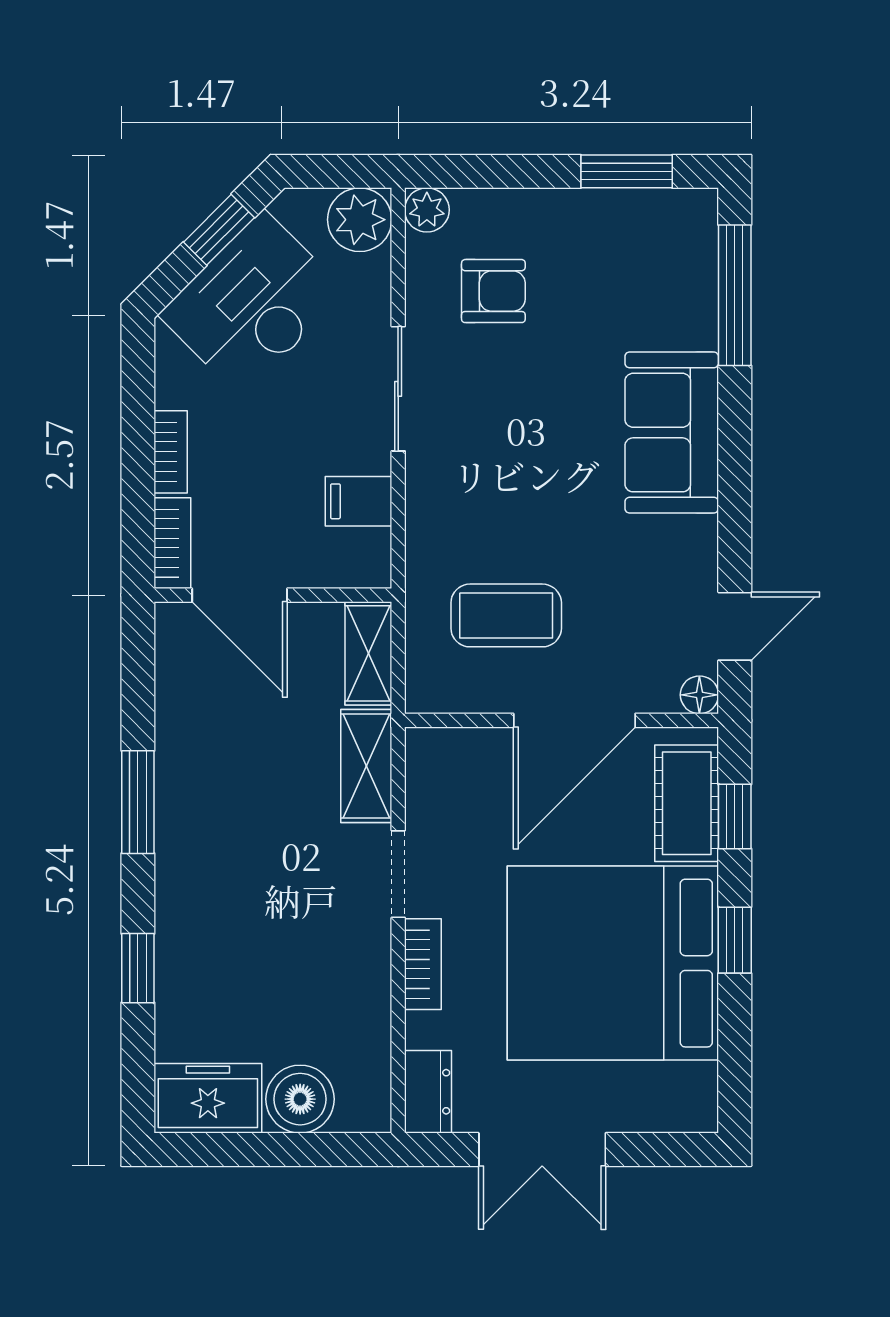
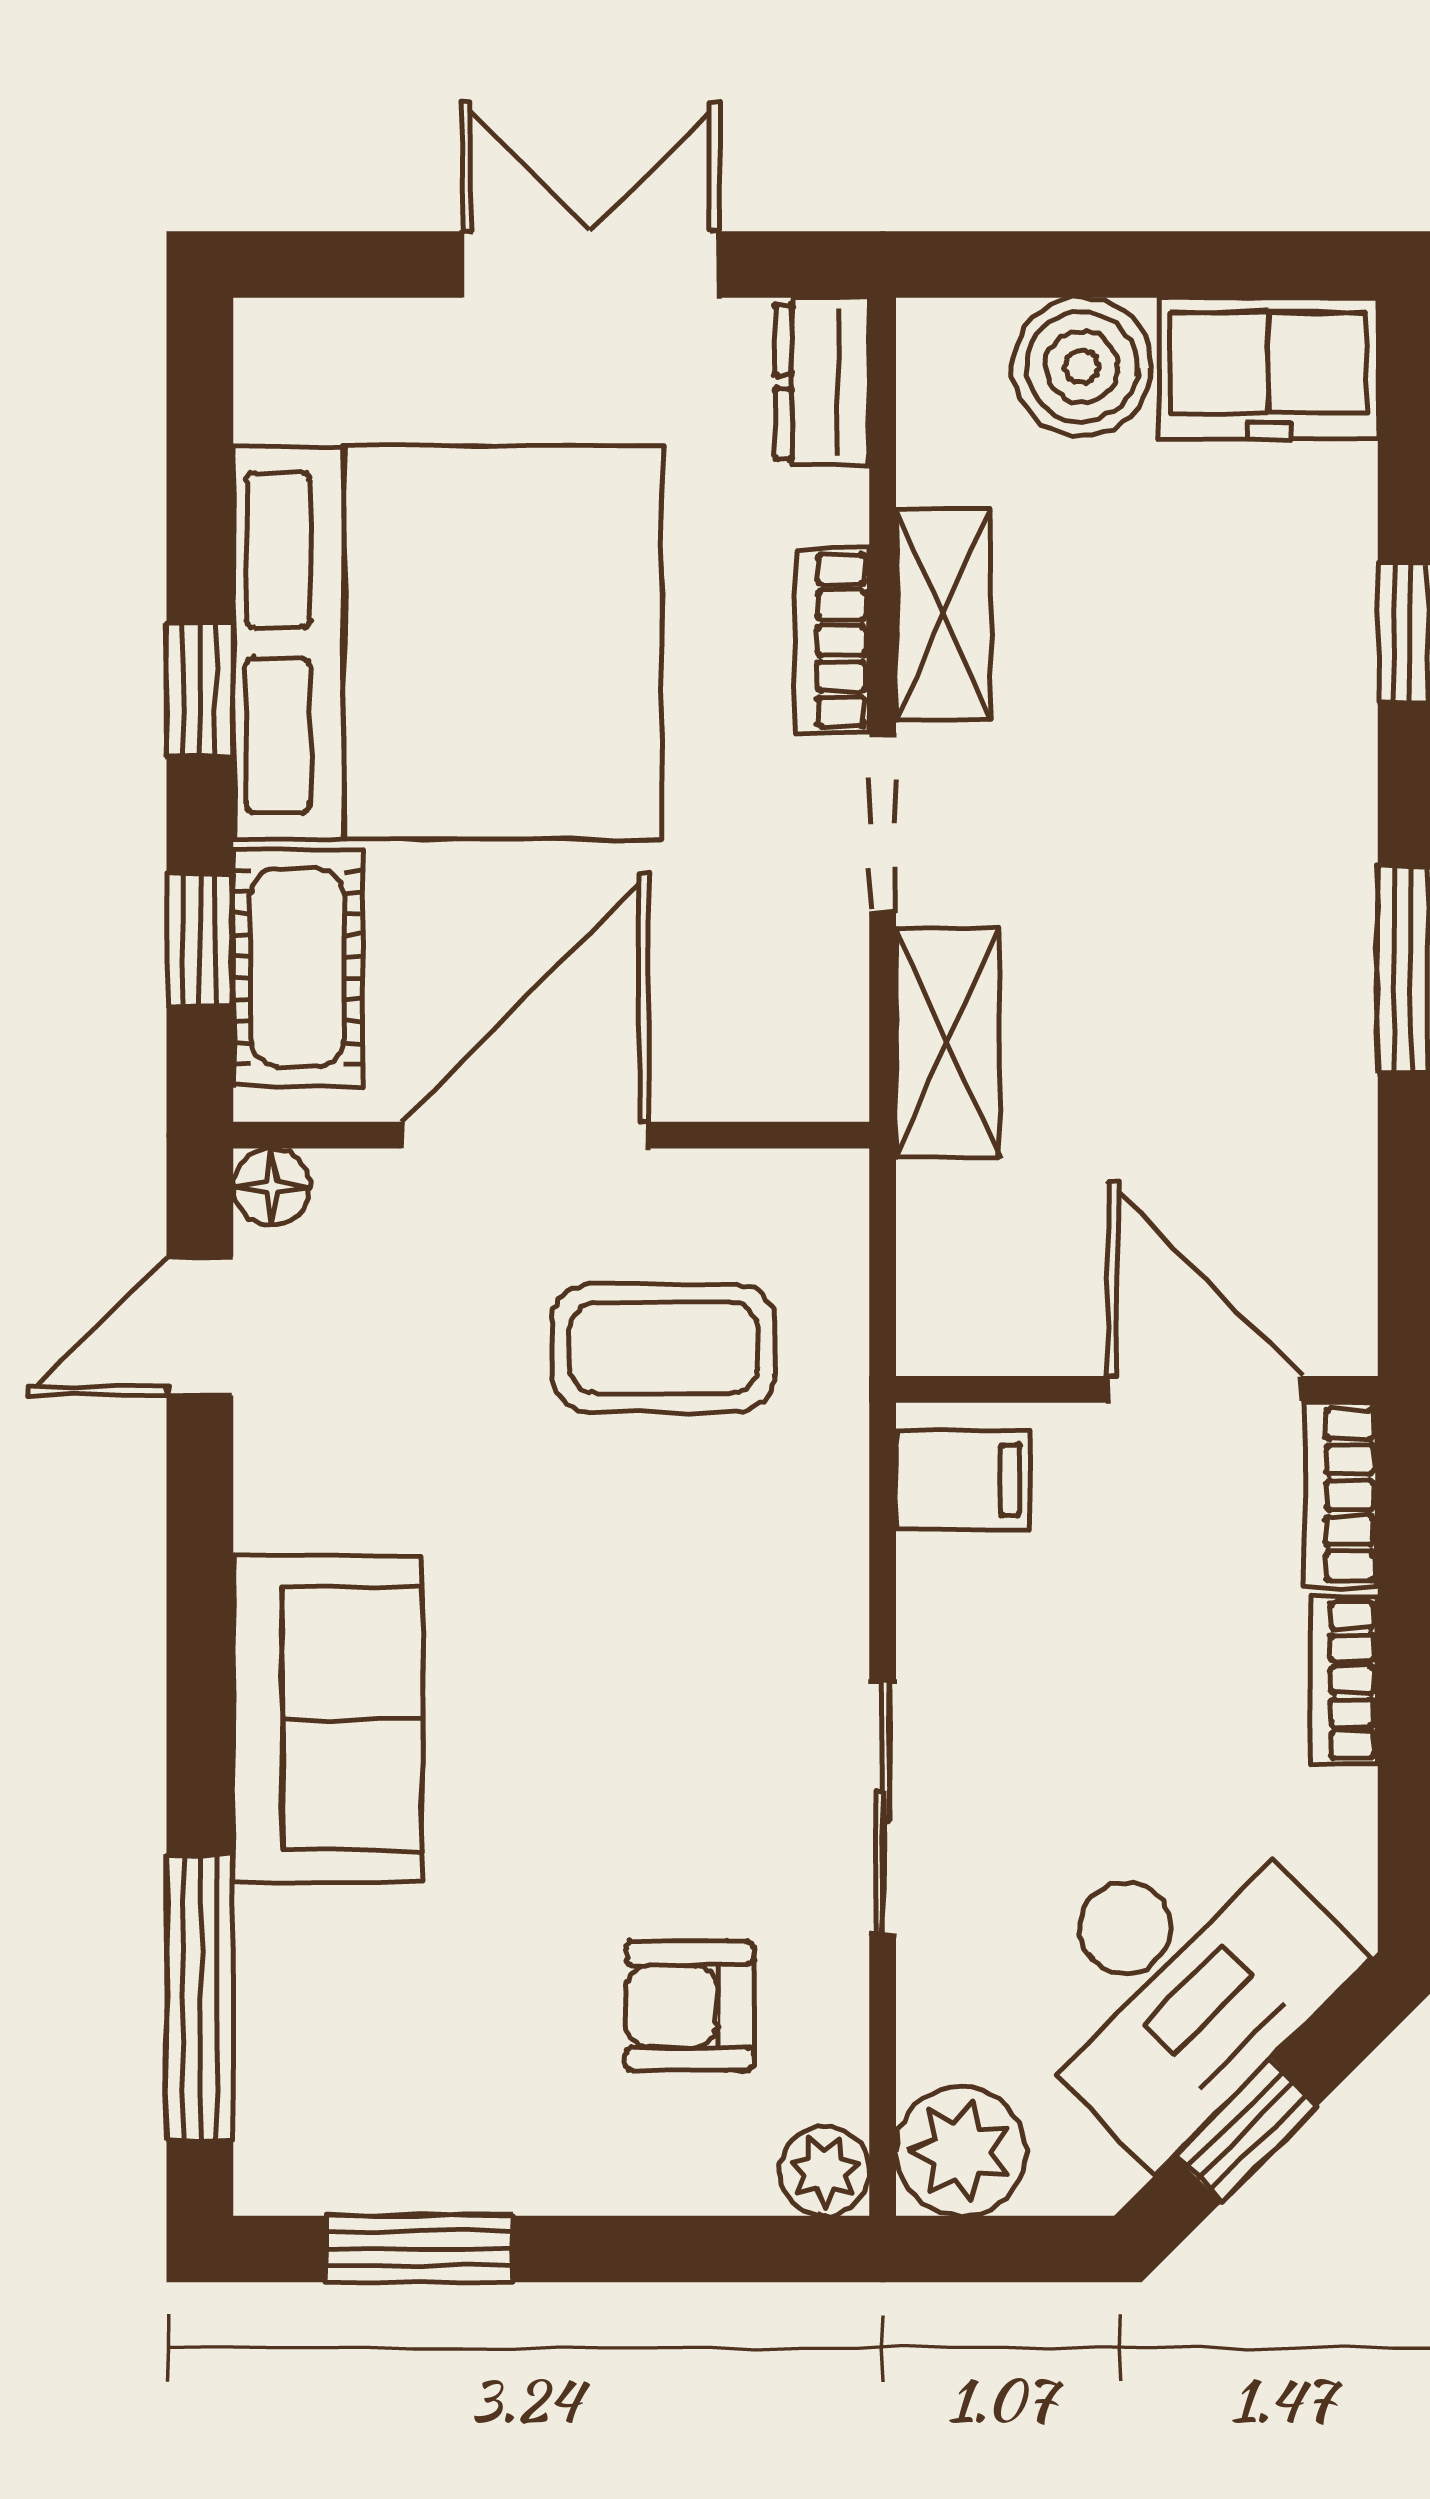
filing cabinet: (359, 501) -> (963, 1480), moved
shelving: (368, 653) -> (943, 614), moved

